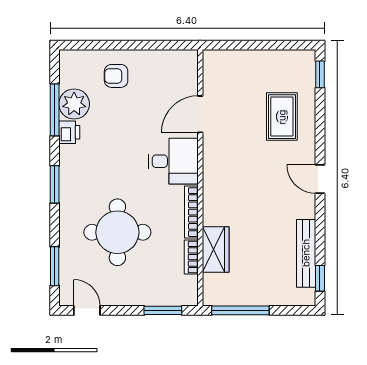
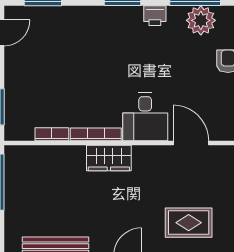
printer: (69, 132) -> (155, 16), moved
round table: (117, 232) -> (76, 63), removed
wardrobe: (216, 250) -> (109, 158), moved

